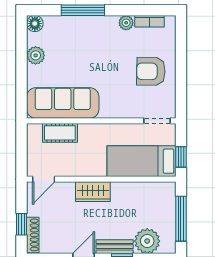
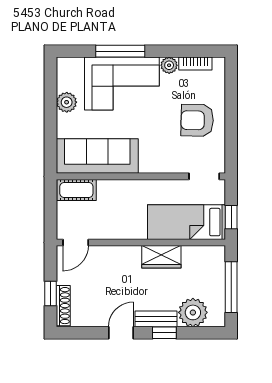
floor lamp: (35, 24) -> (66, 66), removed
corner sofa: (84, 39) -> (122, 84), added
cot: (60, 133) -> (76, 190), moved
wardrobe: (93, 192) -> (161, 257), moved

